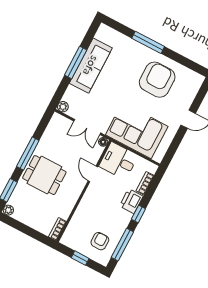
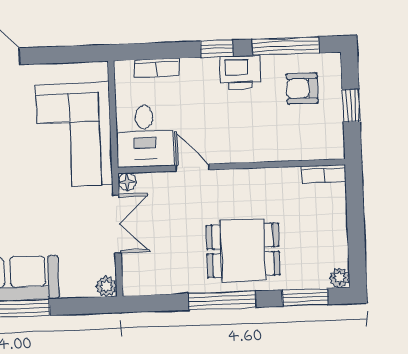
door: (93, 174) -> (193, 168), swing flipped
dining table: (44, 175) -> (243, 250), turned 90
printer: (131, 201) -> (240, 72), moved

